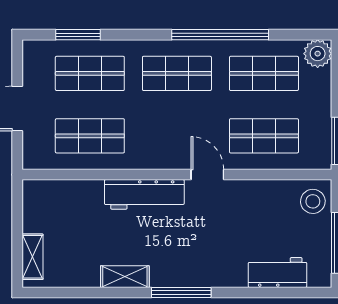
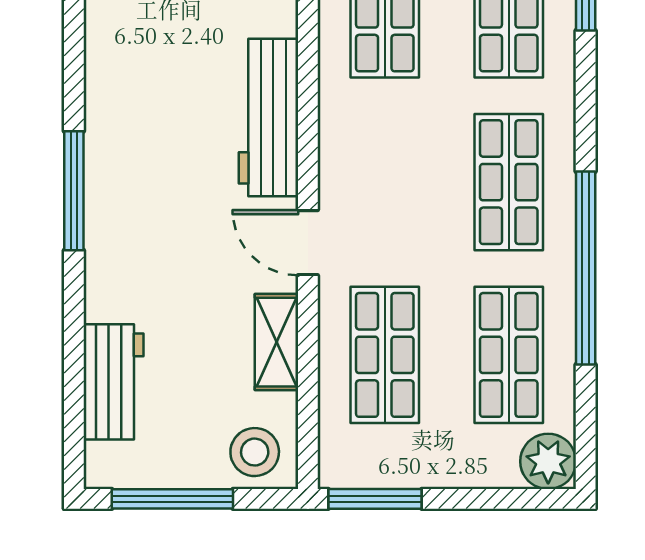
door: (207, 175) -> (308, 243), swing flipped
shelving: (125, 277) -> (276, 342), moved

